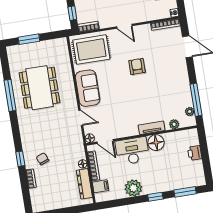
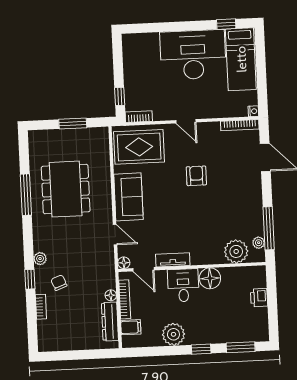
window: (29, 39) -> (73, 123), moved
plant: (174, 124) -> (236, 251), width x1.88, depth x1.88
tv unit: (152, 128) -> (173, 260), moved
plant: (26, 142) -> (40, 259), added
desk: (132, 151) -> (183, 285), width x0.73

